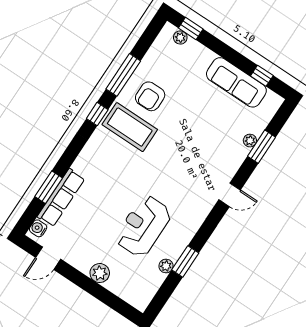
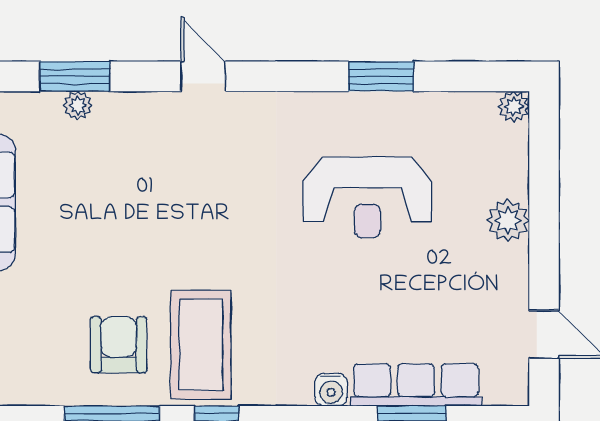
armchair: (150, 96) -> (119, 345), turned -90
water cooler: (38, 228) -> (331, 390), moved
plant: (166, 266) -> (514, 107), moved

